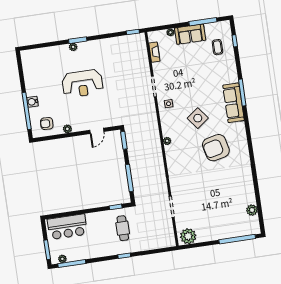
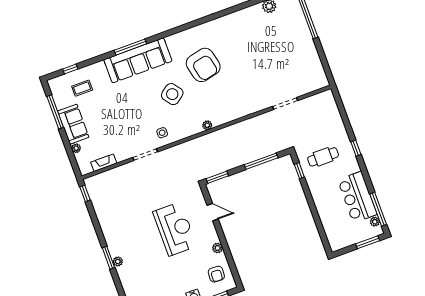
reception desk: (82, 84) -> (175, 229), moved
sofa: (234, 103) -> (138, 60), width x1.36, depth x1.27
bar counter: (67, 227) -> (357, 197), moved, turned 180
plant: (188, 236) -> (316, 76), removed

